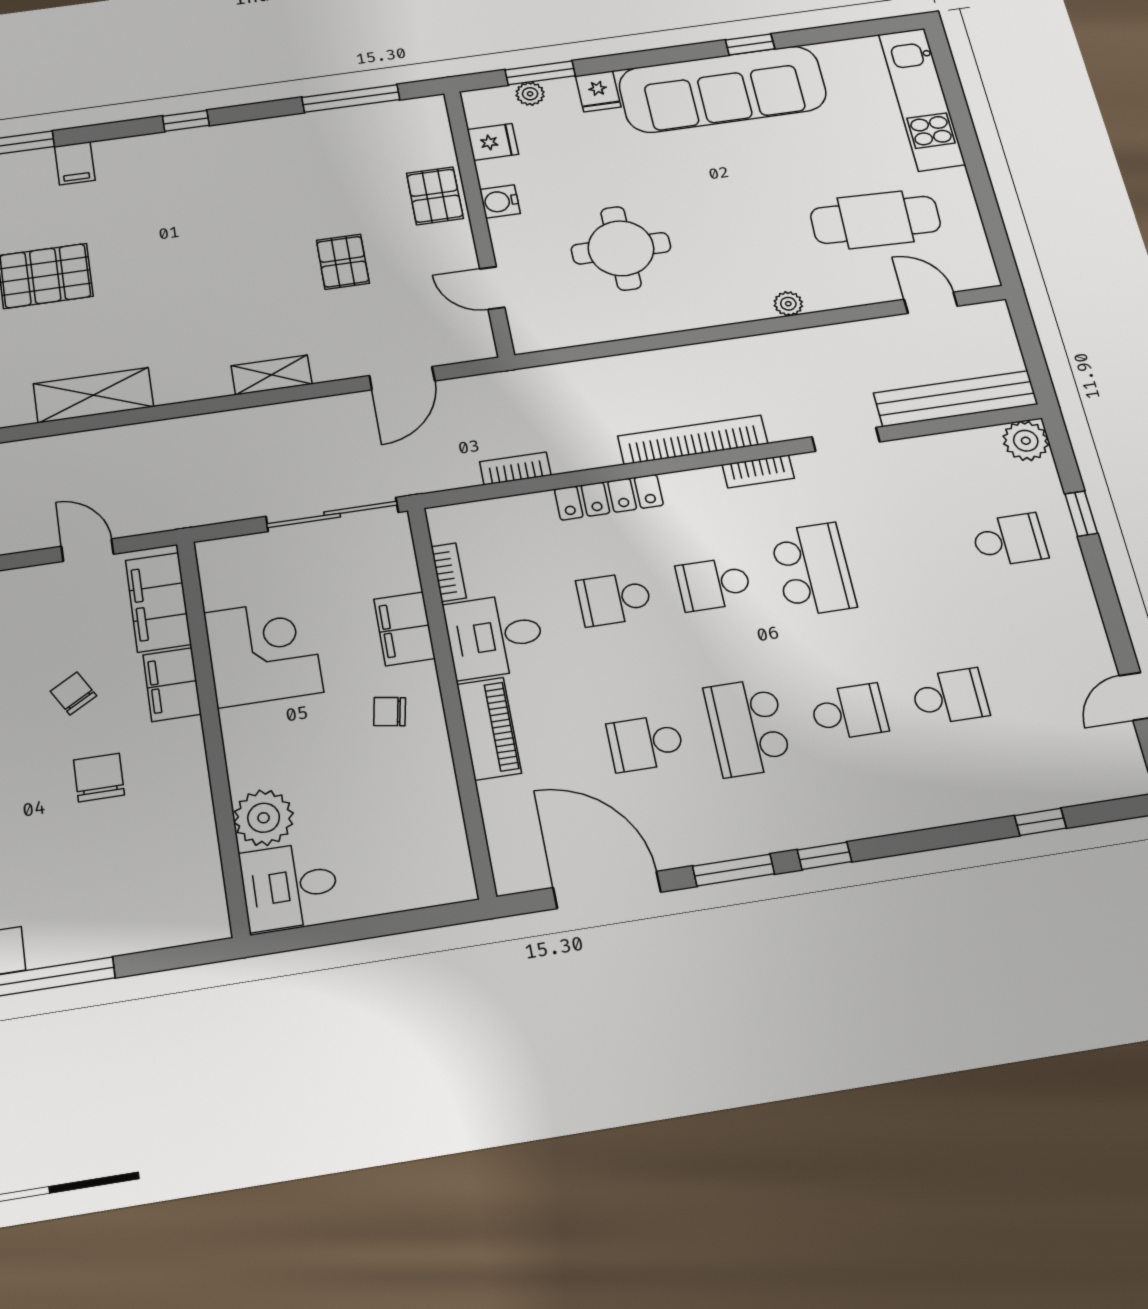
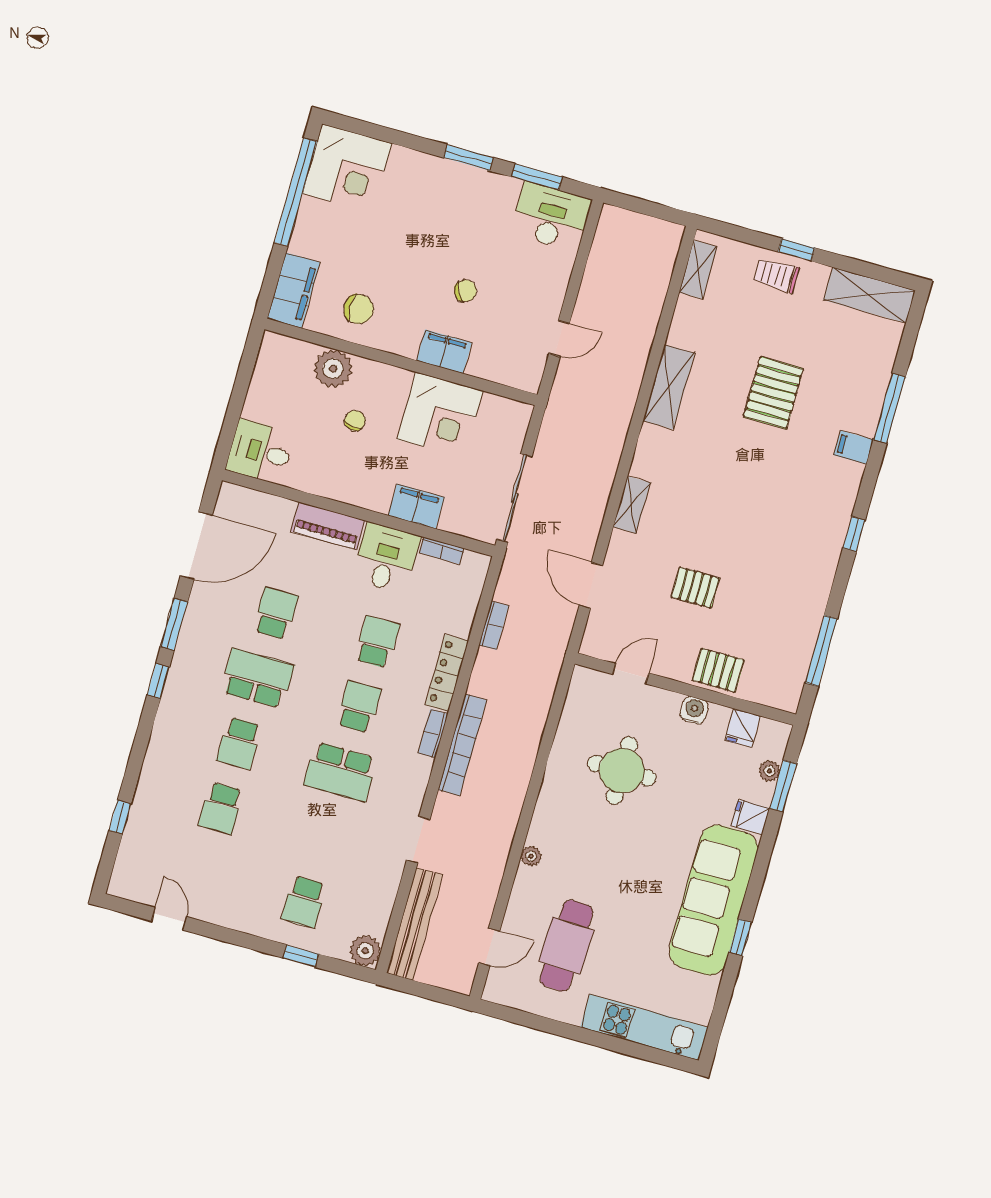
bookcase: (758, 471) -> (433, 733), moved
filing cabinet: (158, 602) -> (294, 290), moved, turned 90
chair: (390, 712) -> (355, 421), moved
chair: (99, 777) -> (359, 309), moved
desk: (290, 886) -> (260, 452), moved, turned -90

